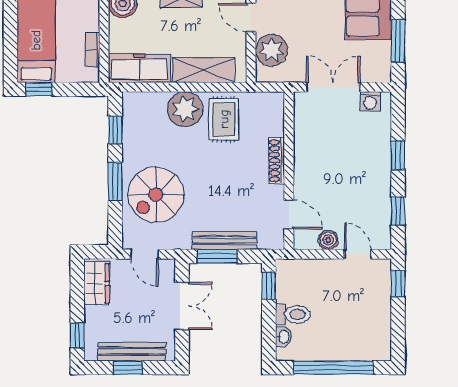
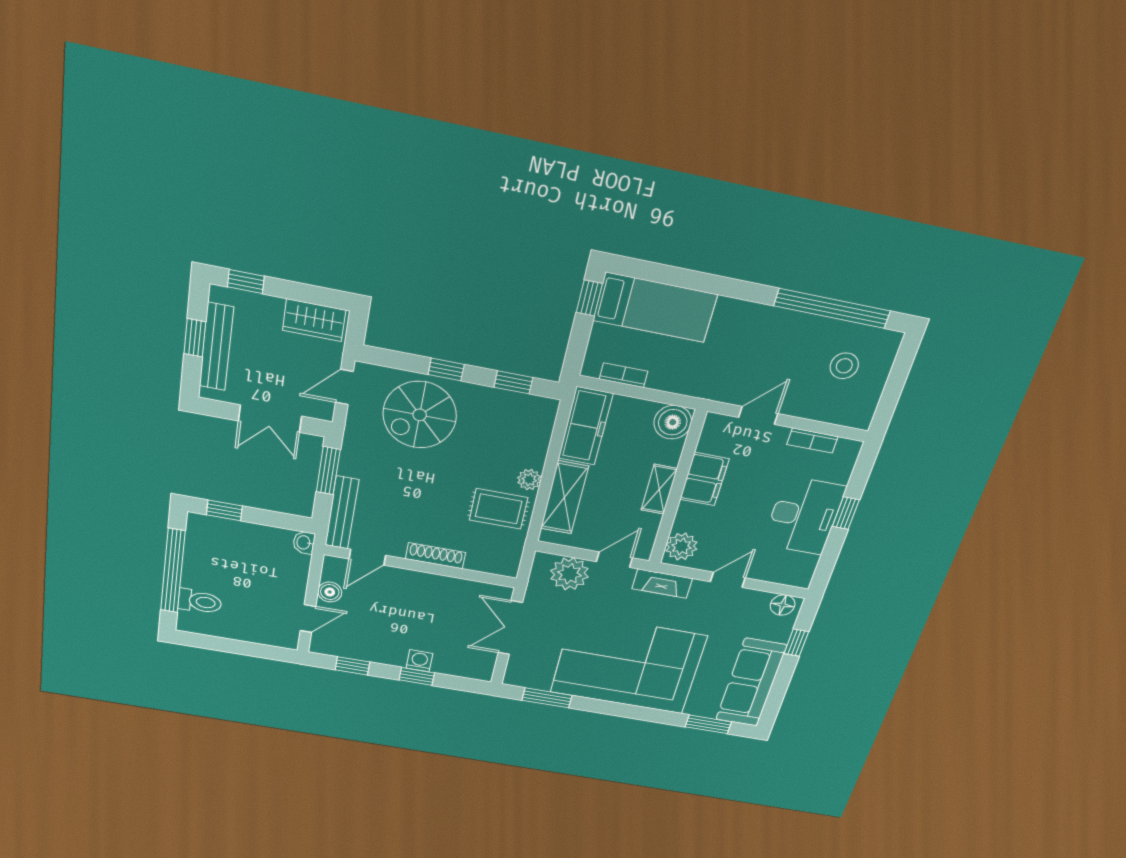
double door: (333, 87) -> (510, 628), swing flipped
washing machine: (370, 101) -> (419, 661), moved, turned 90
plant: (185, 109) -> (529, 480), width x0.53, depth x0.53
window: (115, 181) -> (446, 369), width x0.67
spiral stairs: (156, 195) -> (420, 415), turned -90
bench: (224, 241) -> (342, 513), moved
window: (398, 283) -> (267, 652), removed
window: (269, 286) -> (224, 510), moved
toilet: (293, 314) -> (200, 602), moved, turned -90
washbasin: (284, 337) -> (304, 543), moved, turned 90

